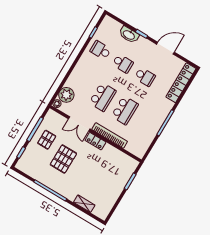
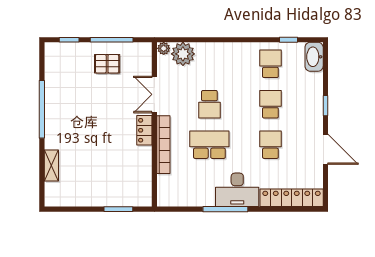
washbasin: (129, 35) -> (314, 57), moved
school desk: (123, 63) -> (270, 104), turned 180
school desk: (145, 77) -> (270, 145), turned 180
school desk: (103, 97) -> (209, 104), width x0.54
school desk: (125, 110) -> (209, 145), turned 180
desk: (159, 110) -> (237, 190), added
pallet: (63, 159) -> (95, 102), removed

